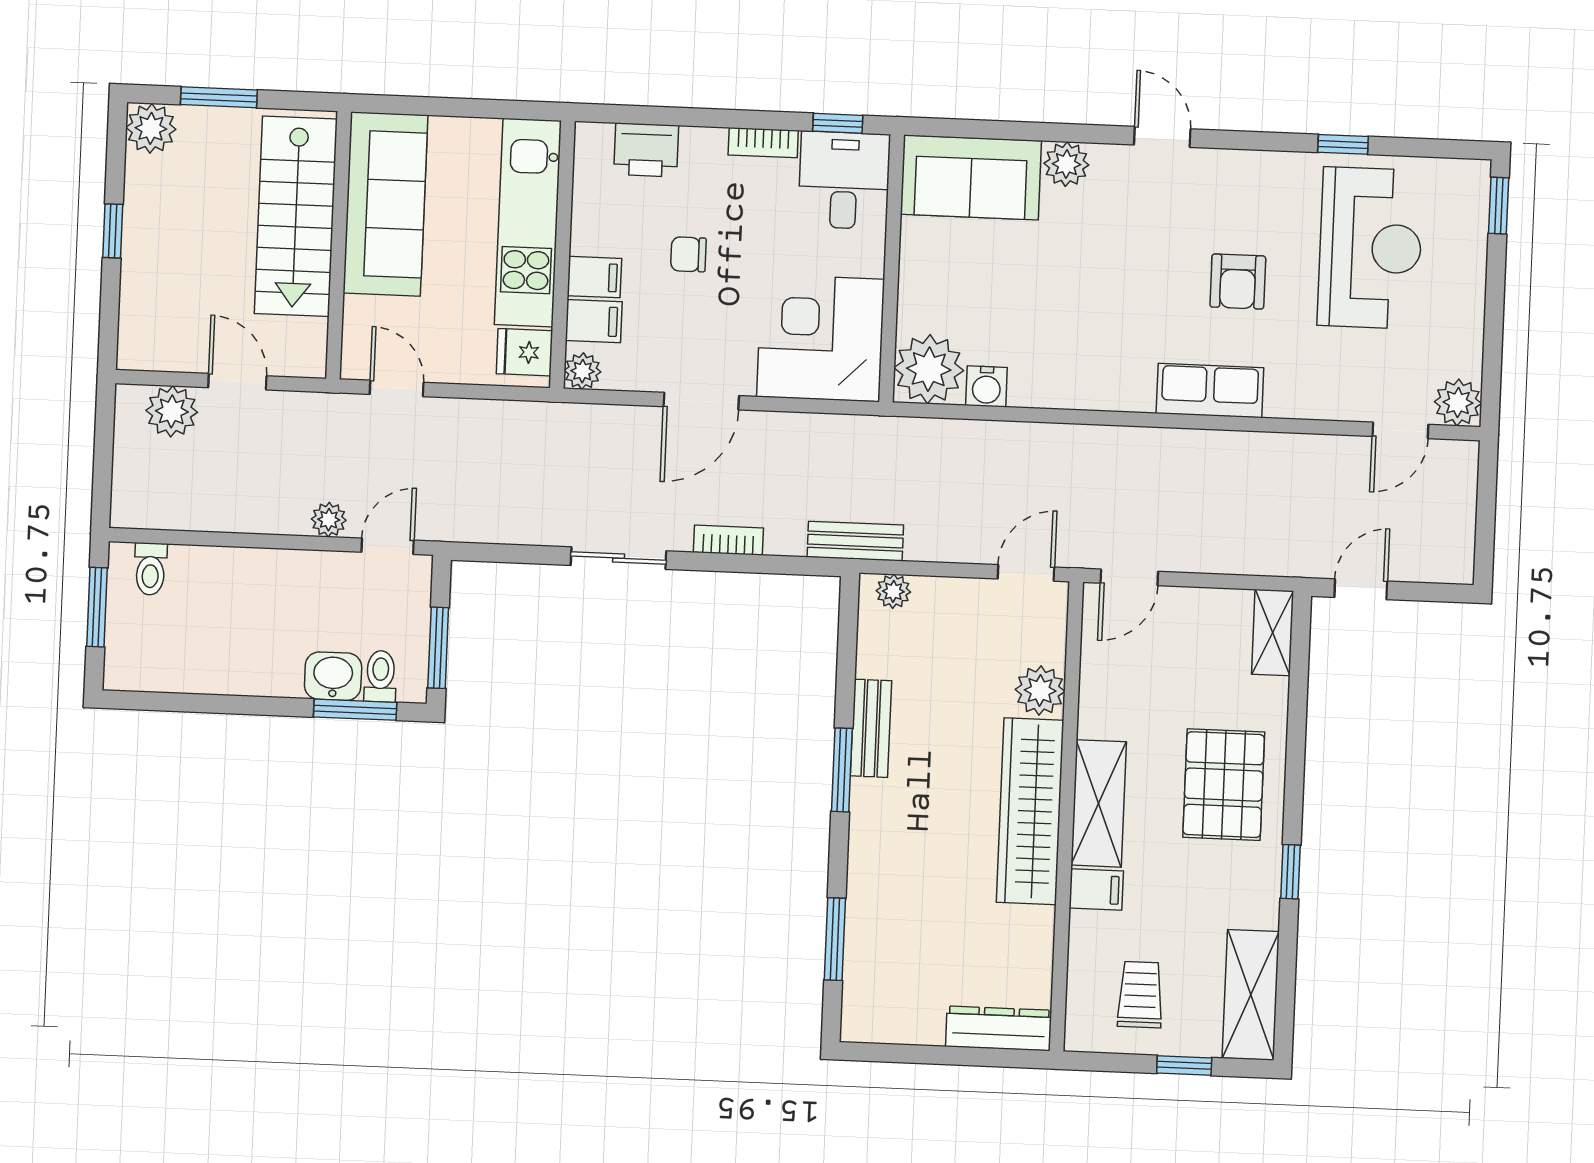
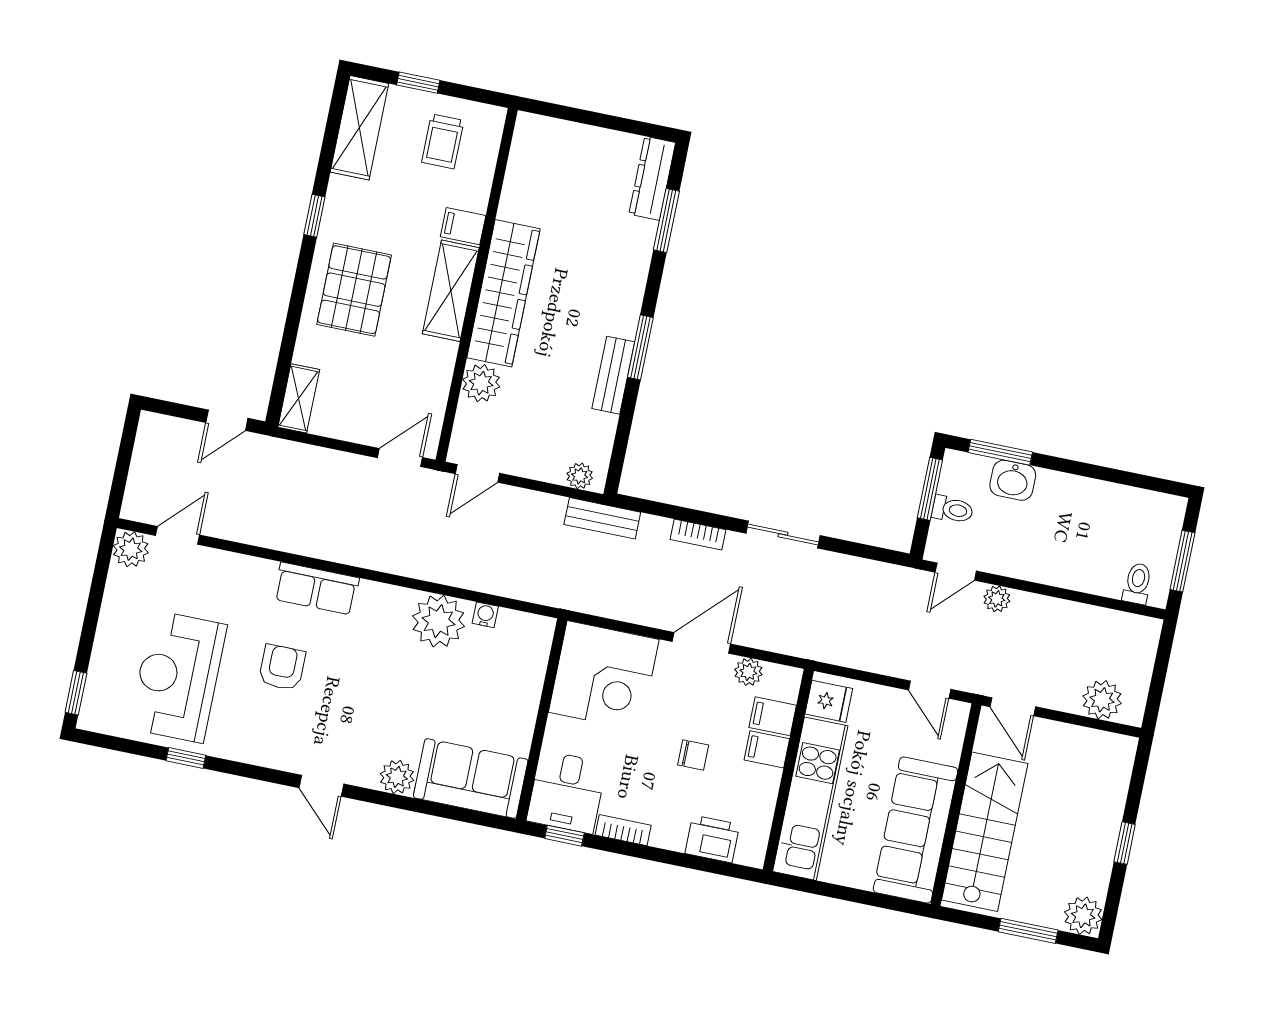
plant: (929, 369) -> (438, 621), moved
plant: (582, 371) -> (748, 672), moved
door: (237, 382) -> (1013, 707), moved
water cooler: (986, 386) -> (485, 615), width x0.72, depth x0.72
toilet: (380, 676) -> (953, 510), moved, turned -90
dresser: (999, 1028) -> (652, 178), moved, turned 90

